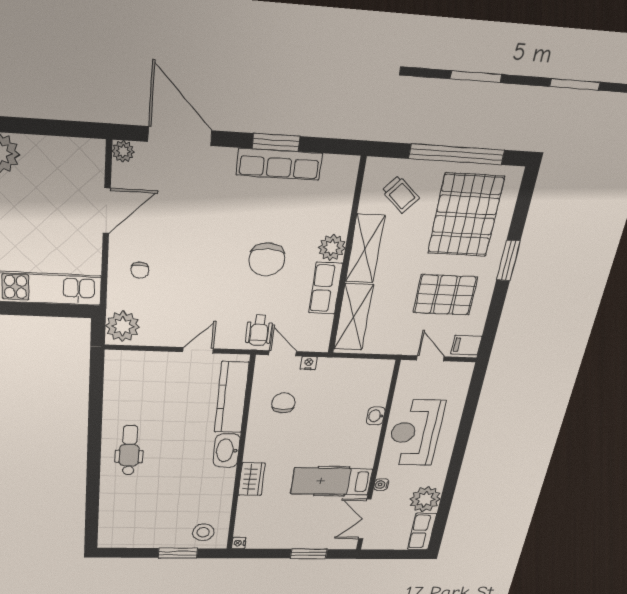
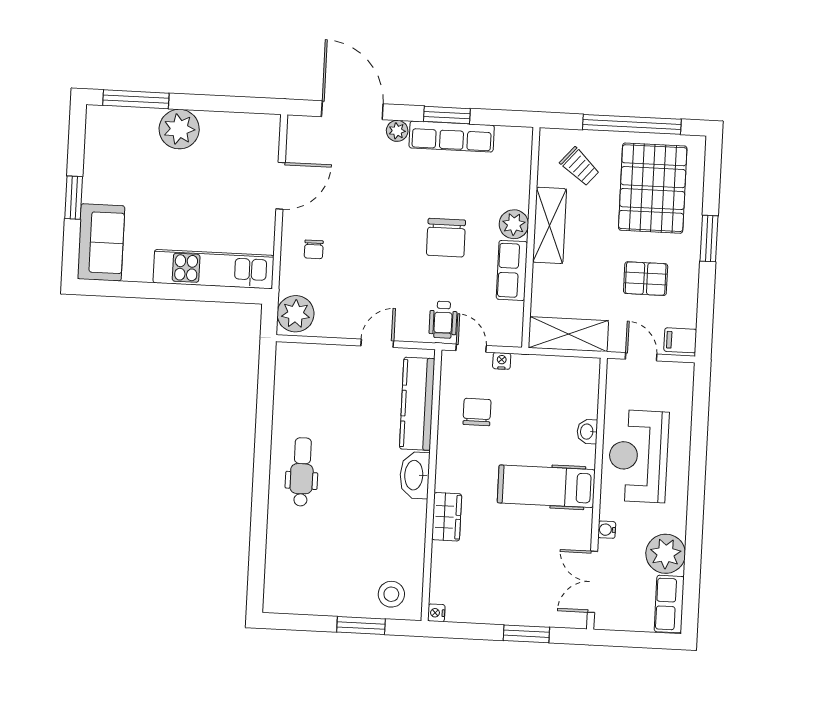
plant: (123, 151) -> (397, 131), moved
pallet: (445, 295) -> (646, 279), width x0.67, depth x0.71
shelving: (353, 317) -> (568, 334), moved, turned 90
hospital bed: (332, 481) -> (546, 486), moved

